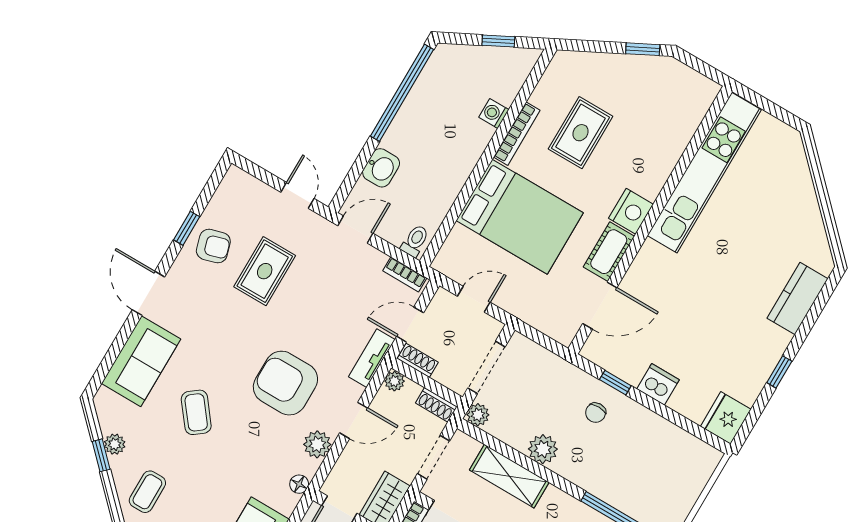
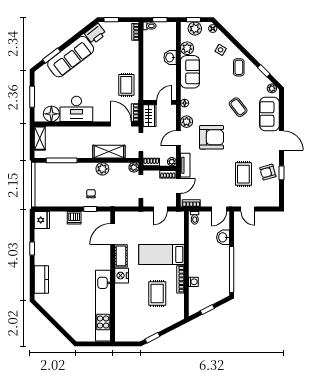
bed: (520, 217) -> (161, 254), width x0.67
plant: (115, 444) -> (272, 88), moved

